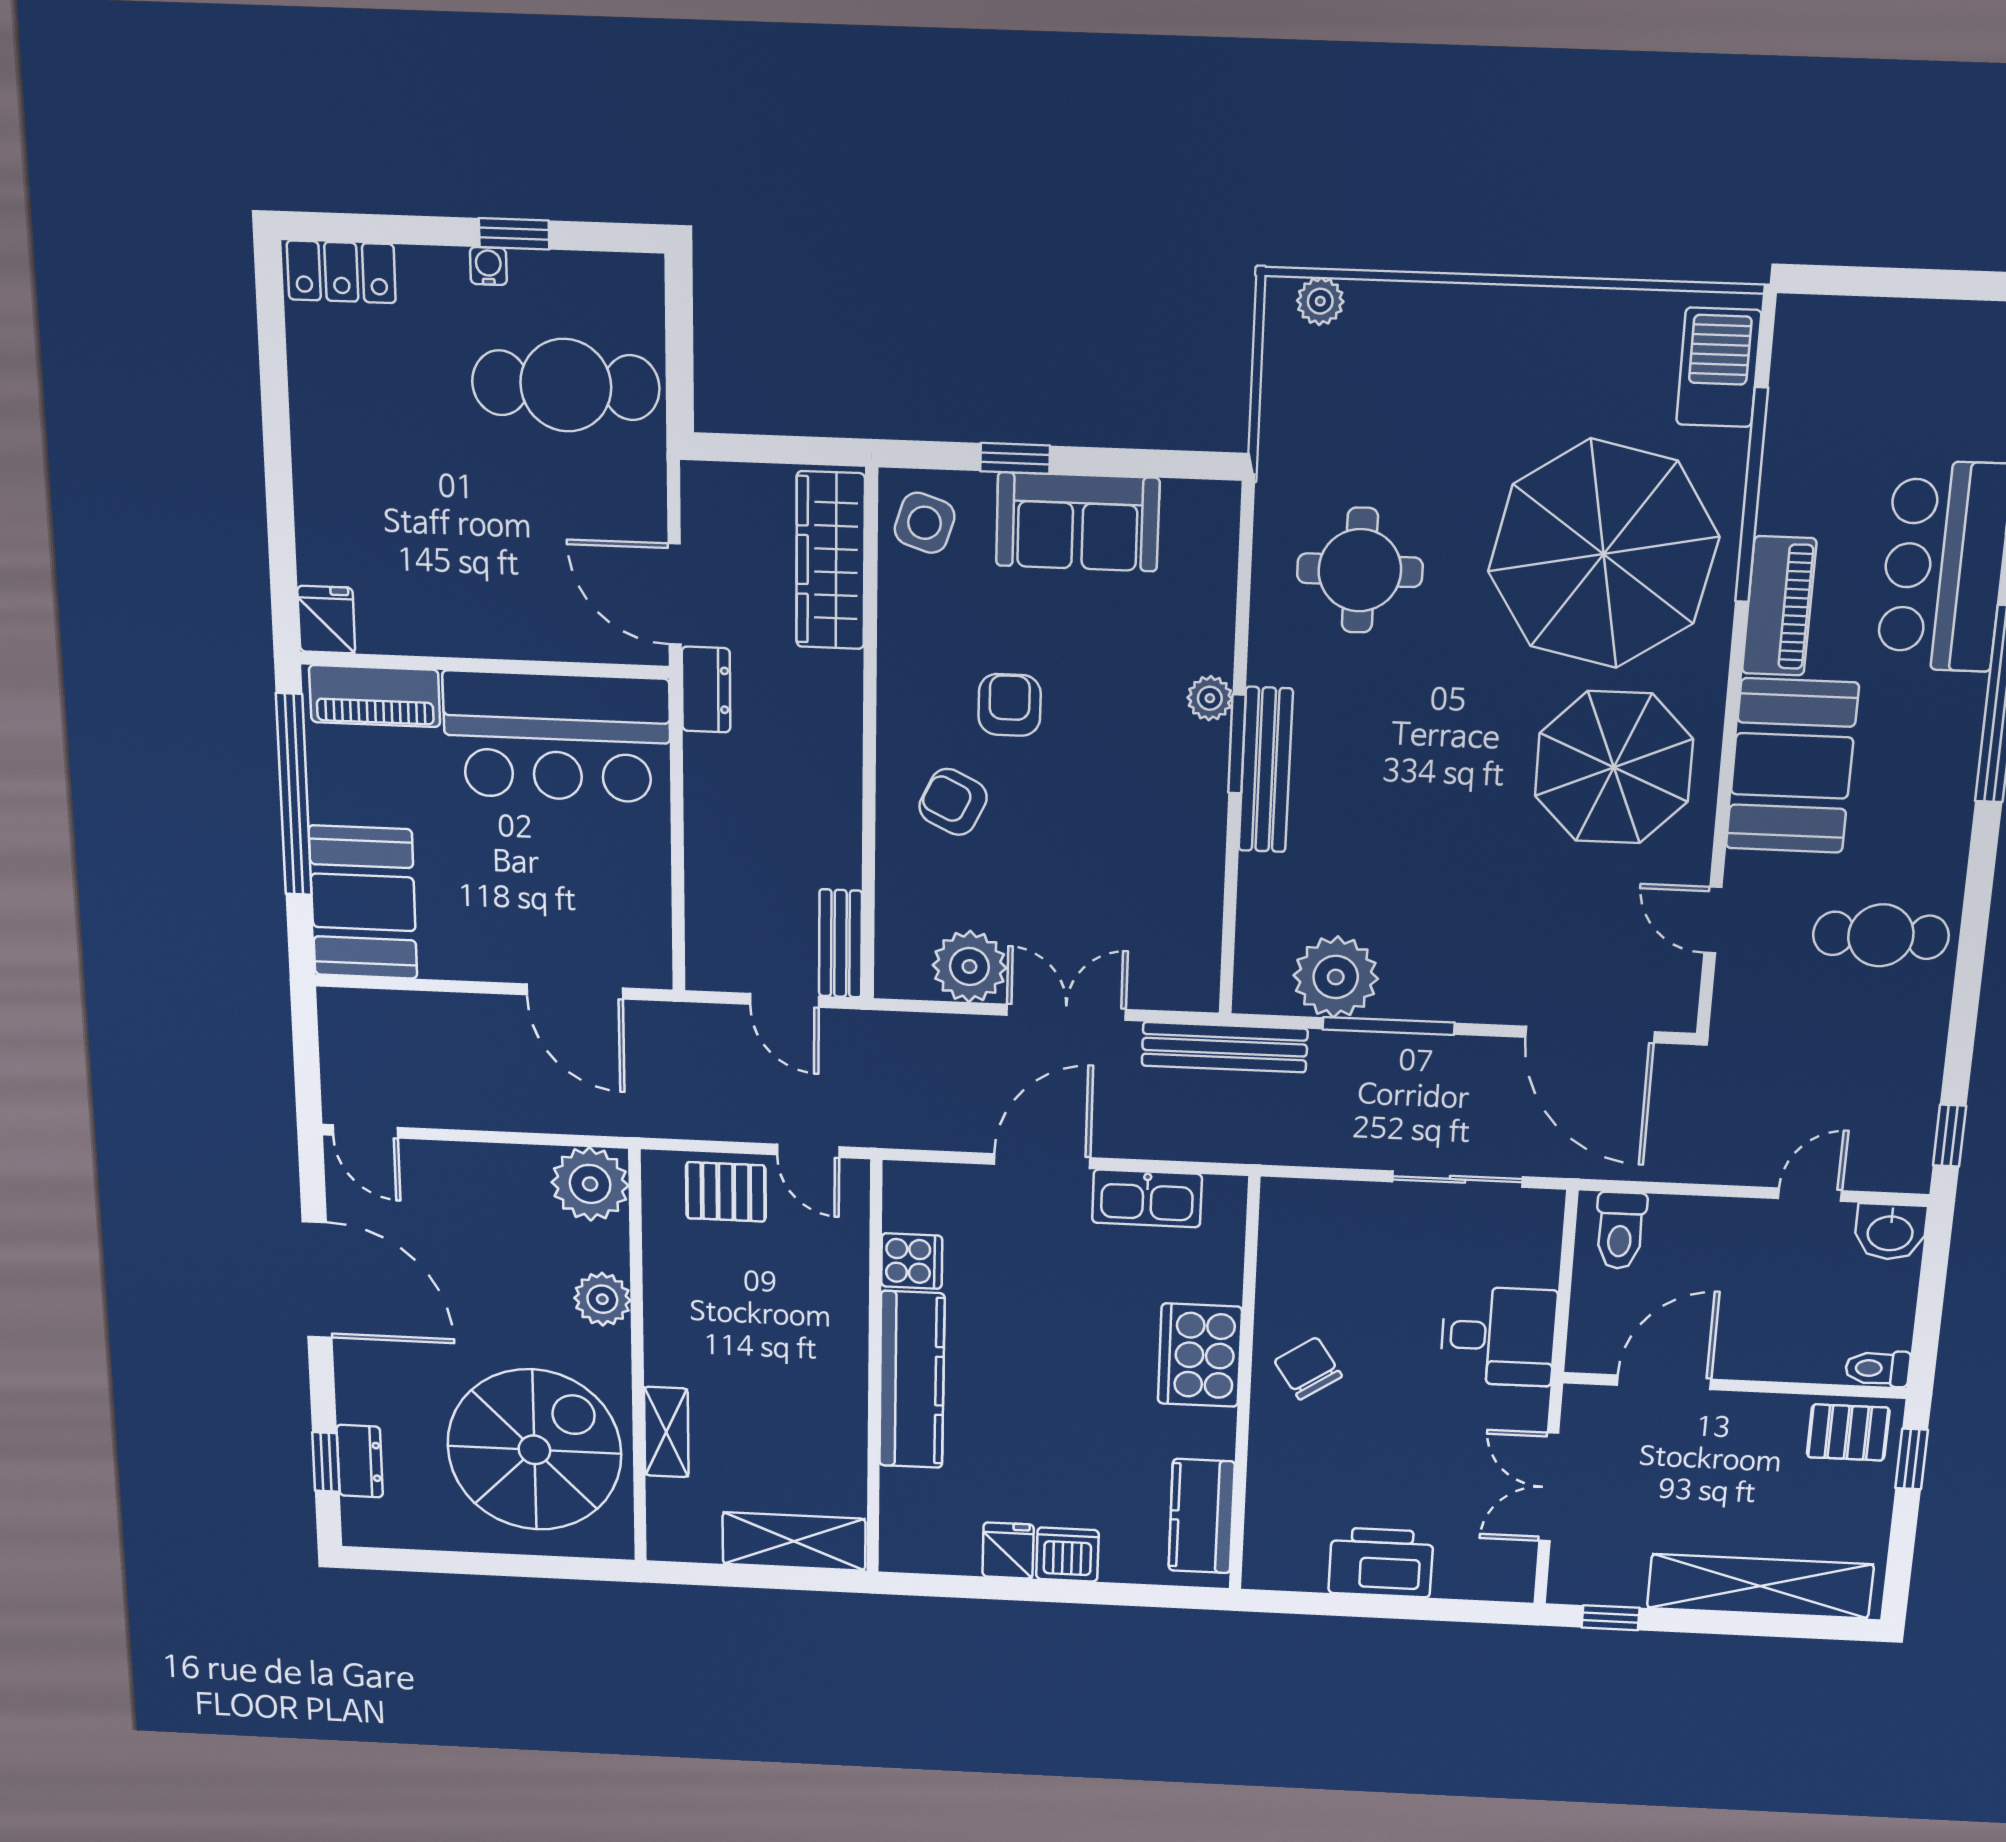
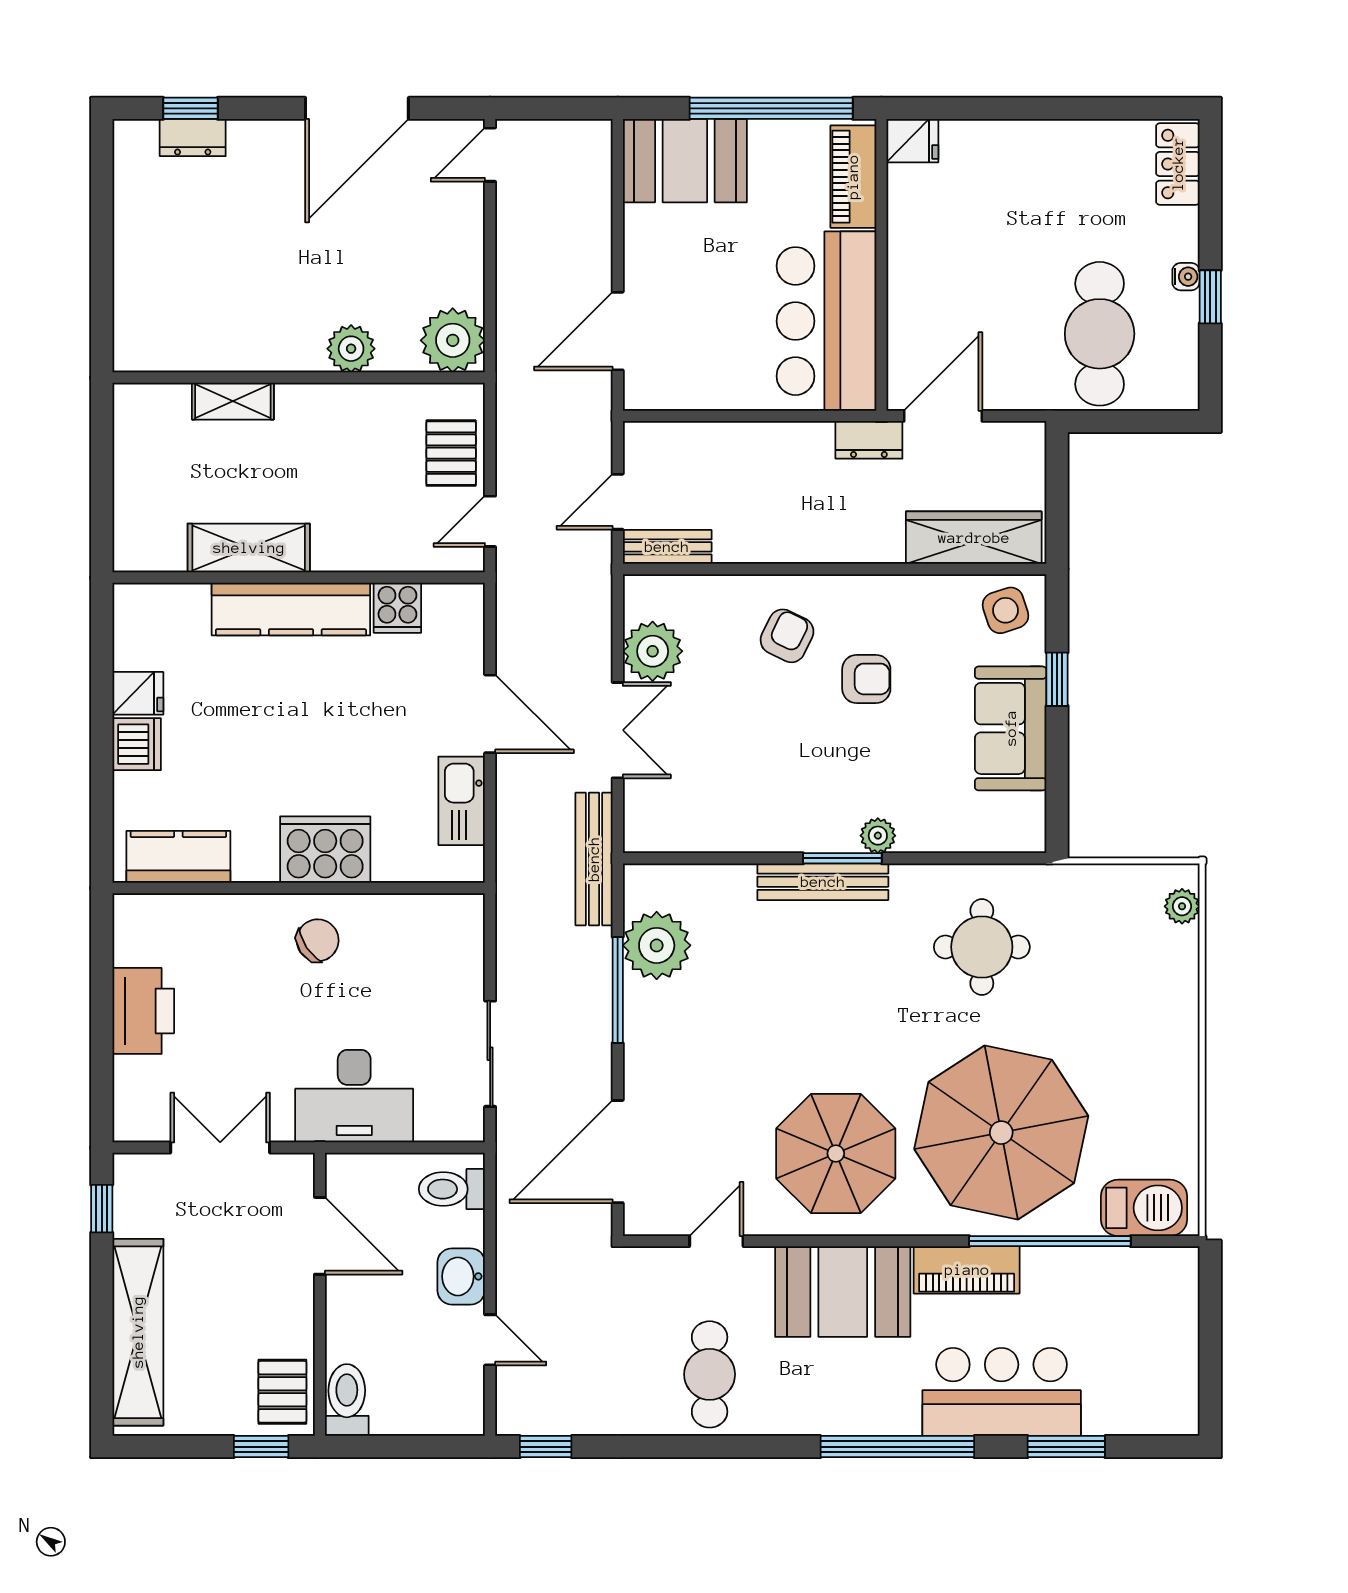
side table: (925, 523) -> (1006, 610), turned -36
washbasin: (1890, 1232) -> (461, 1276), moved
desk: (1498, 1336) -> (354, 1096), width x1.37
toilet: (1878, 1368) -> (347, 1400), width x1.37, depth x1.39
spiral stairs: (534, 1450) -> (211, 288), removed
shelving: (794, 1541) -> (249, 548), moved, turned 90

